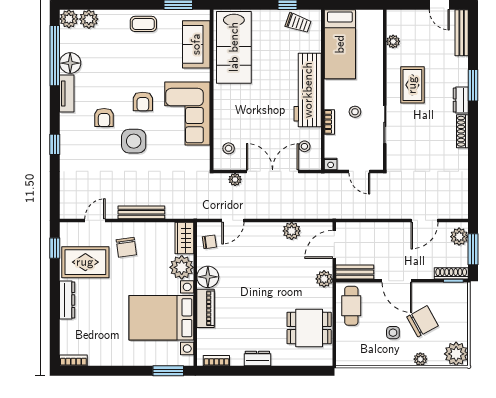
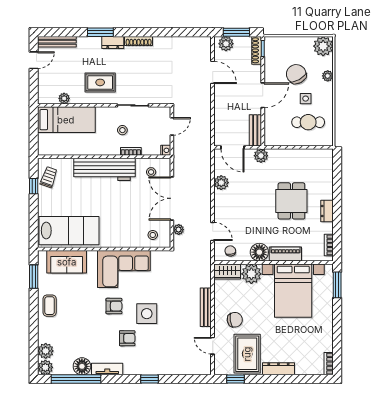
bed: (340, 44) -> (66, 120), moved
cafe table: (351, 306) -> (308, 122), moved
dining table: (309, 328) -> (291, 201), moved

